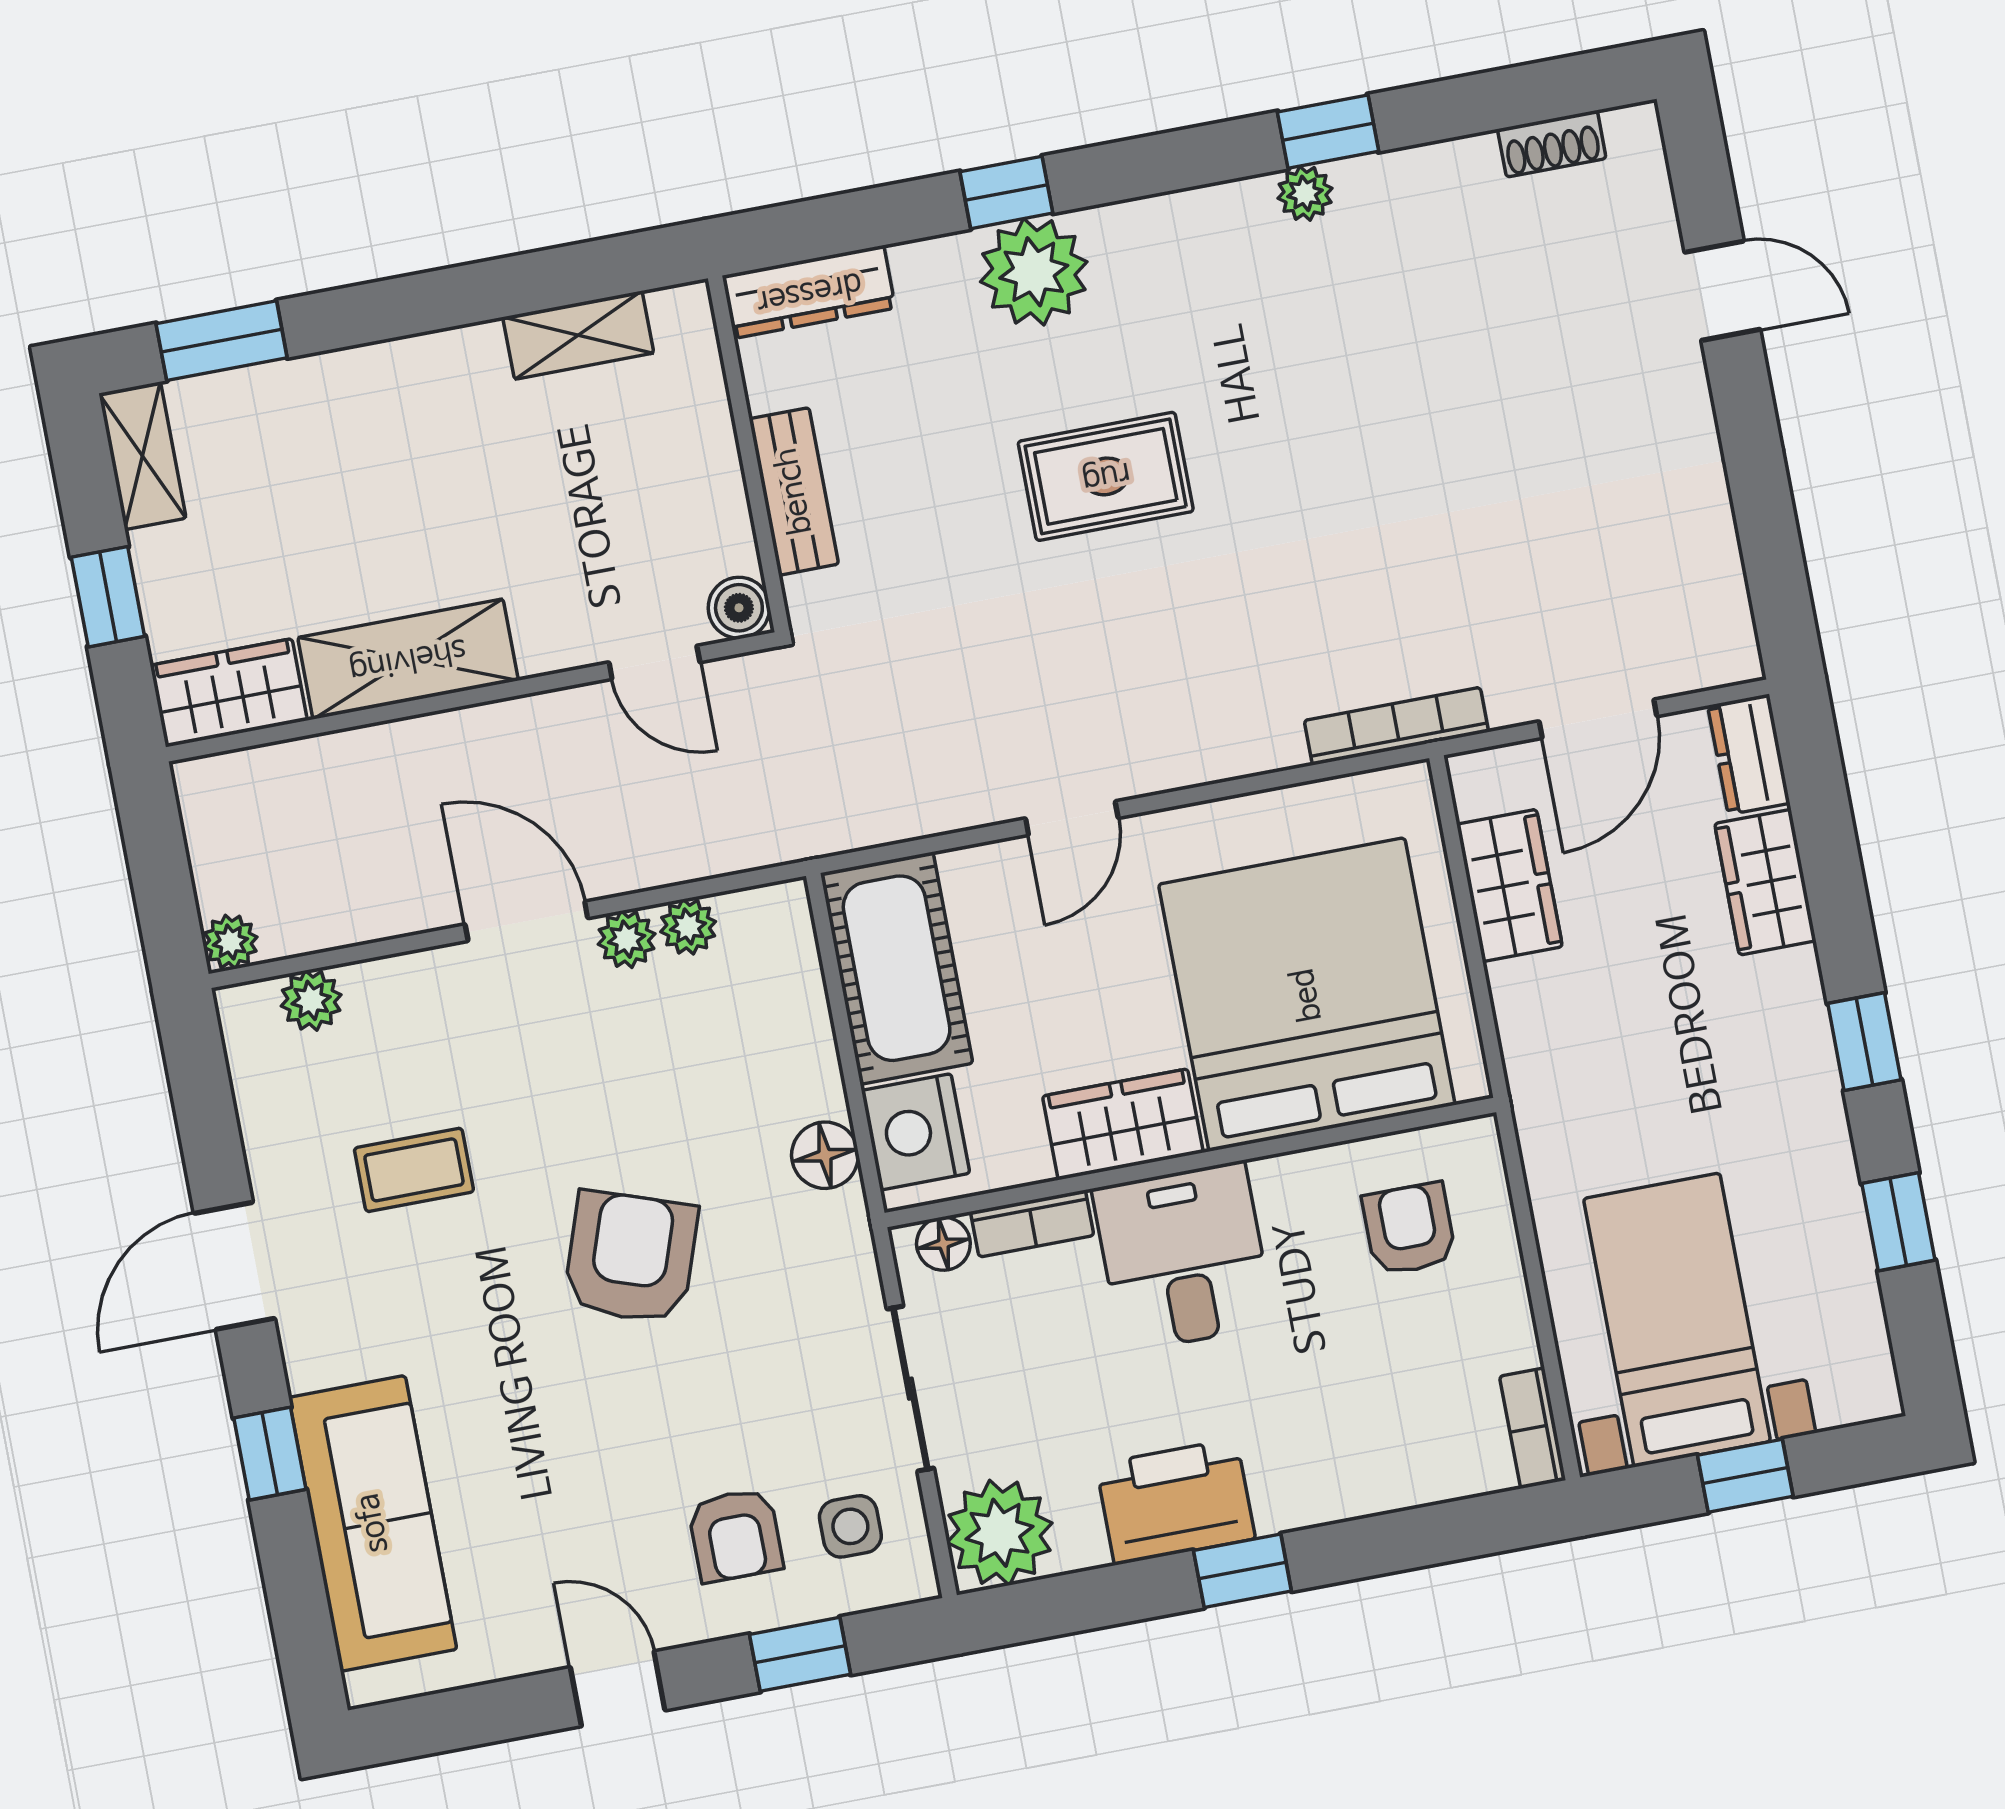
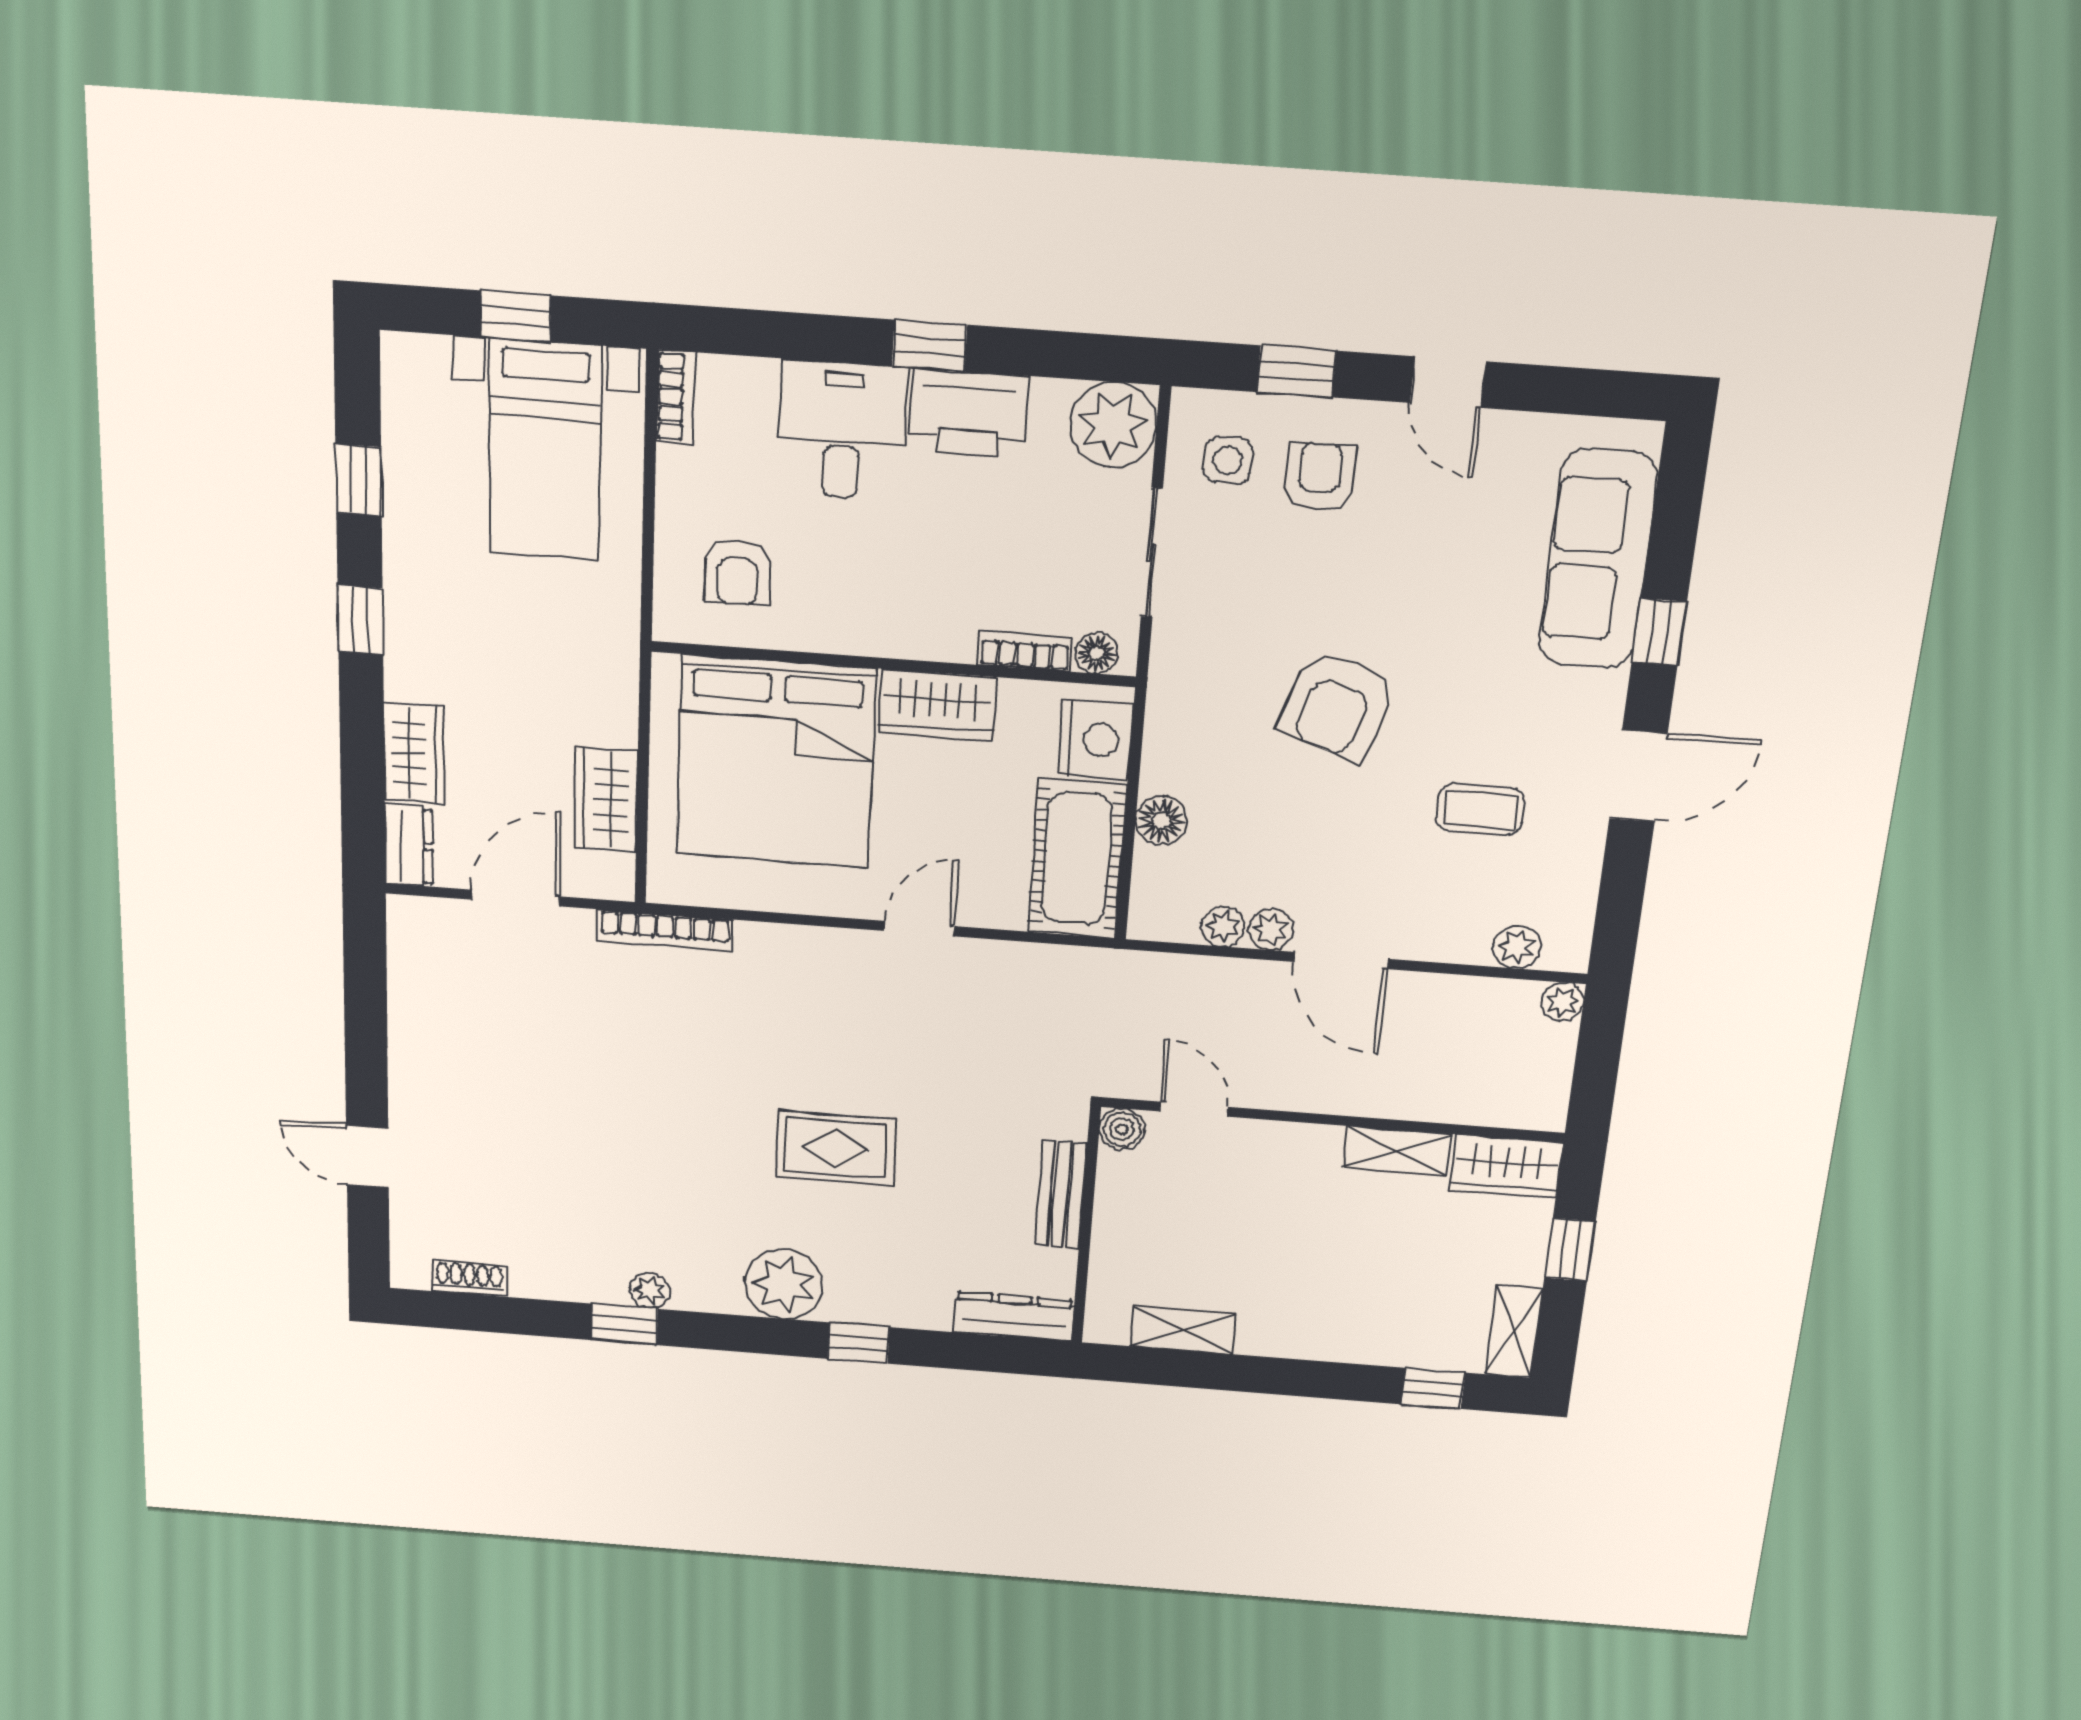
plant: (1034, 272) -> (784, 1284), moved
window: (222, 341) -> (1433, 1389), width x0.67
shelving: (408, 659) -> (1397, 1151), width x0.67, depth x0.75
floor lamp: (825, 1155) -> (1161, 820), moved
desk: (1183, 1257) -> (842, 430), moved, turned 180

